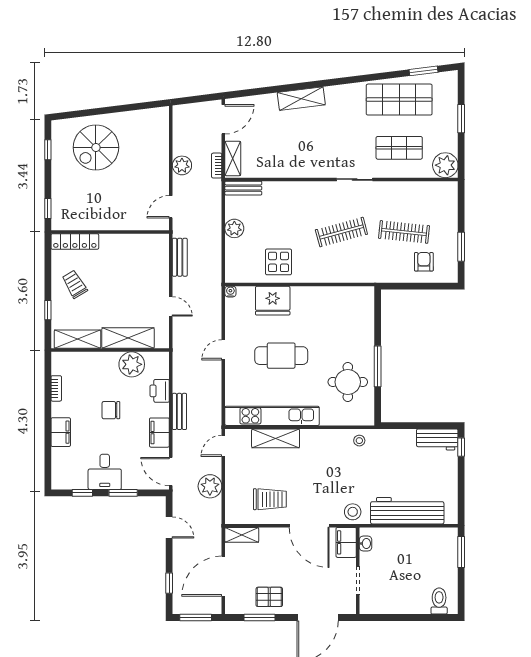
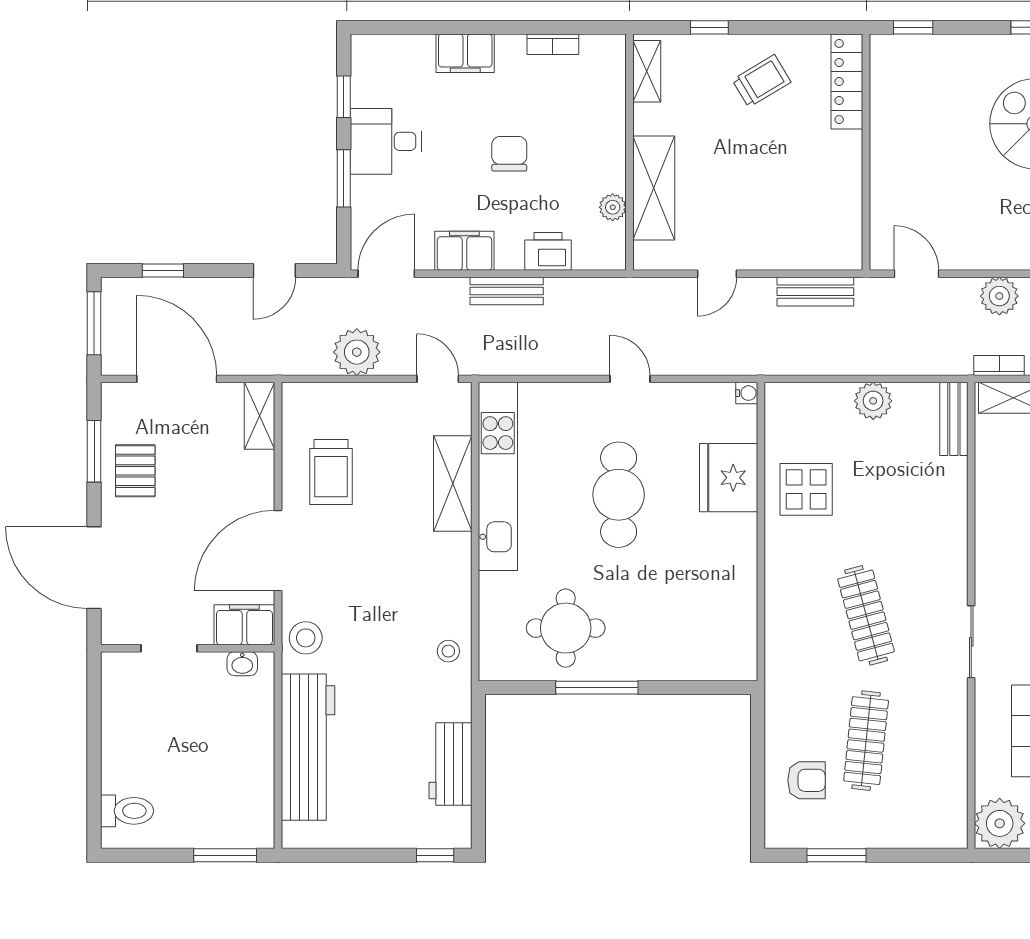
shelving: (77, 339) -> (647, 71), width x0.67, depth x0.75
plant: (132, 364) -> (613, 207), width x0.53, depth x0.53
workbench: (437, 440) -> (450, 764), moved

